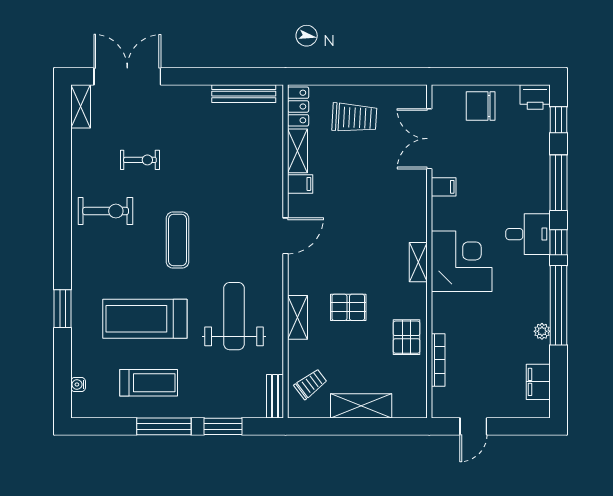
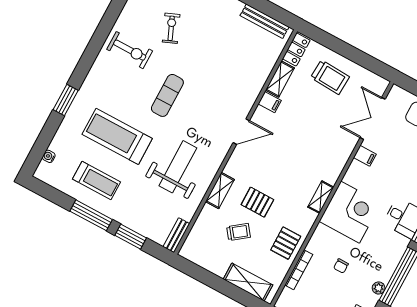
exercise bike: (140, 160) -> (171, 28), turned -113
chair: (485, 329) -> (341, 266), added
trolley: (311, 384) -> (238, 232), moved
shelving: (361, 406) -> (248, 282), moved

